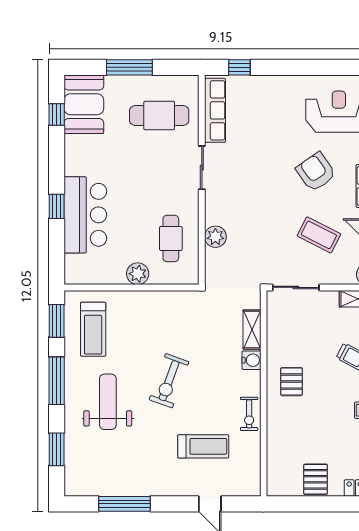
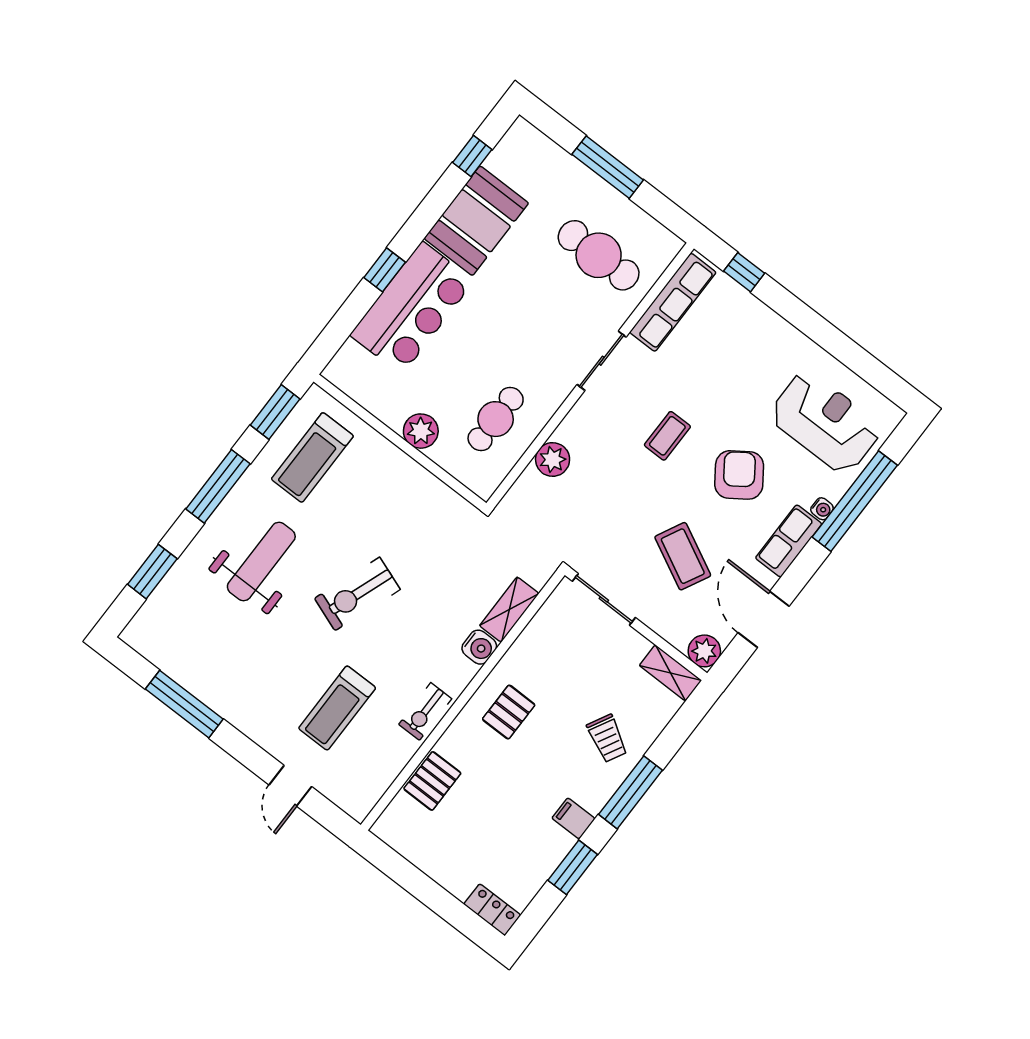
booth: (84, 104) -> (476, 221), moved
coffee table: (264, 180) -> (667, 436), added
treadmill: (203, 446) -> (337, 708), turned 90
pallet: (316, 479) -> (432, 781), moved

